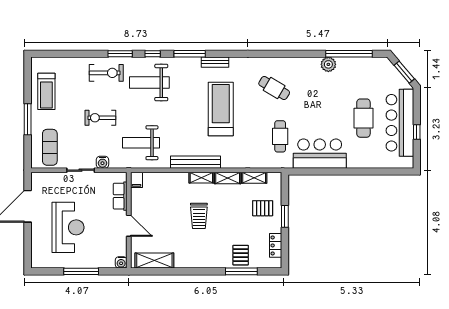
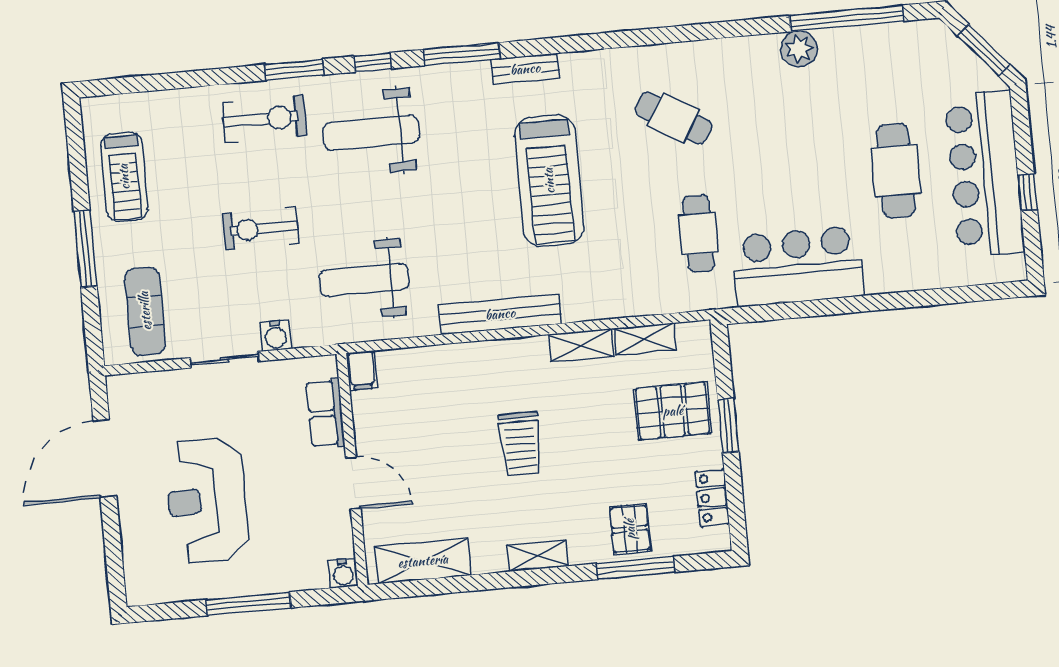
treadmill: (221, 109) -> (549, 181), turned 180
shelving: (201, 178) -> (538, 556), moved
pallet: (263, 208) -> (673, 411), width x1.50, depth x1.42
reception desk: (68, 227) -> (207, 501), turned 180

